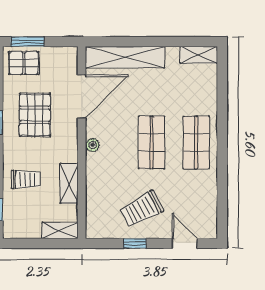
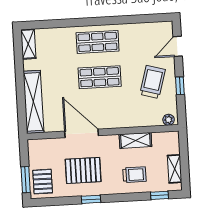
door: (82, 96) -> (82, 133), moved
plant: (93, 145) -> (169, 120), moved
trolley: (26, 179) -> (134, 175), turned 90
trolley: (141, 209) -> (153, 82), turned -136
shelving: (60, 231) -> (175, 169), moved

